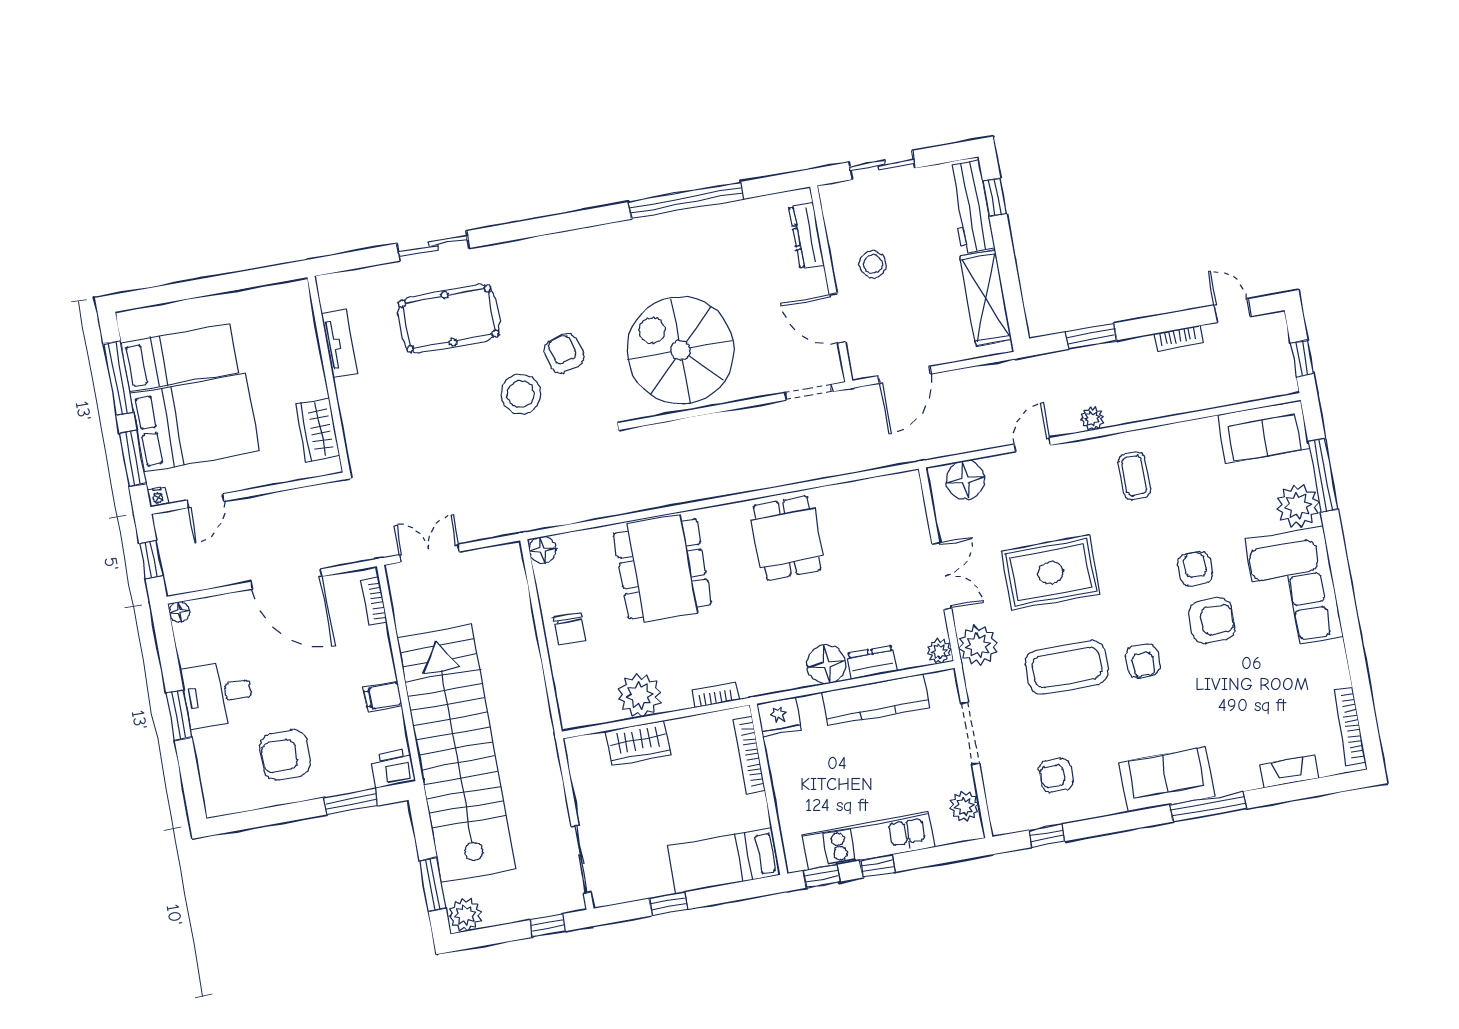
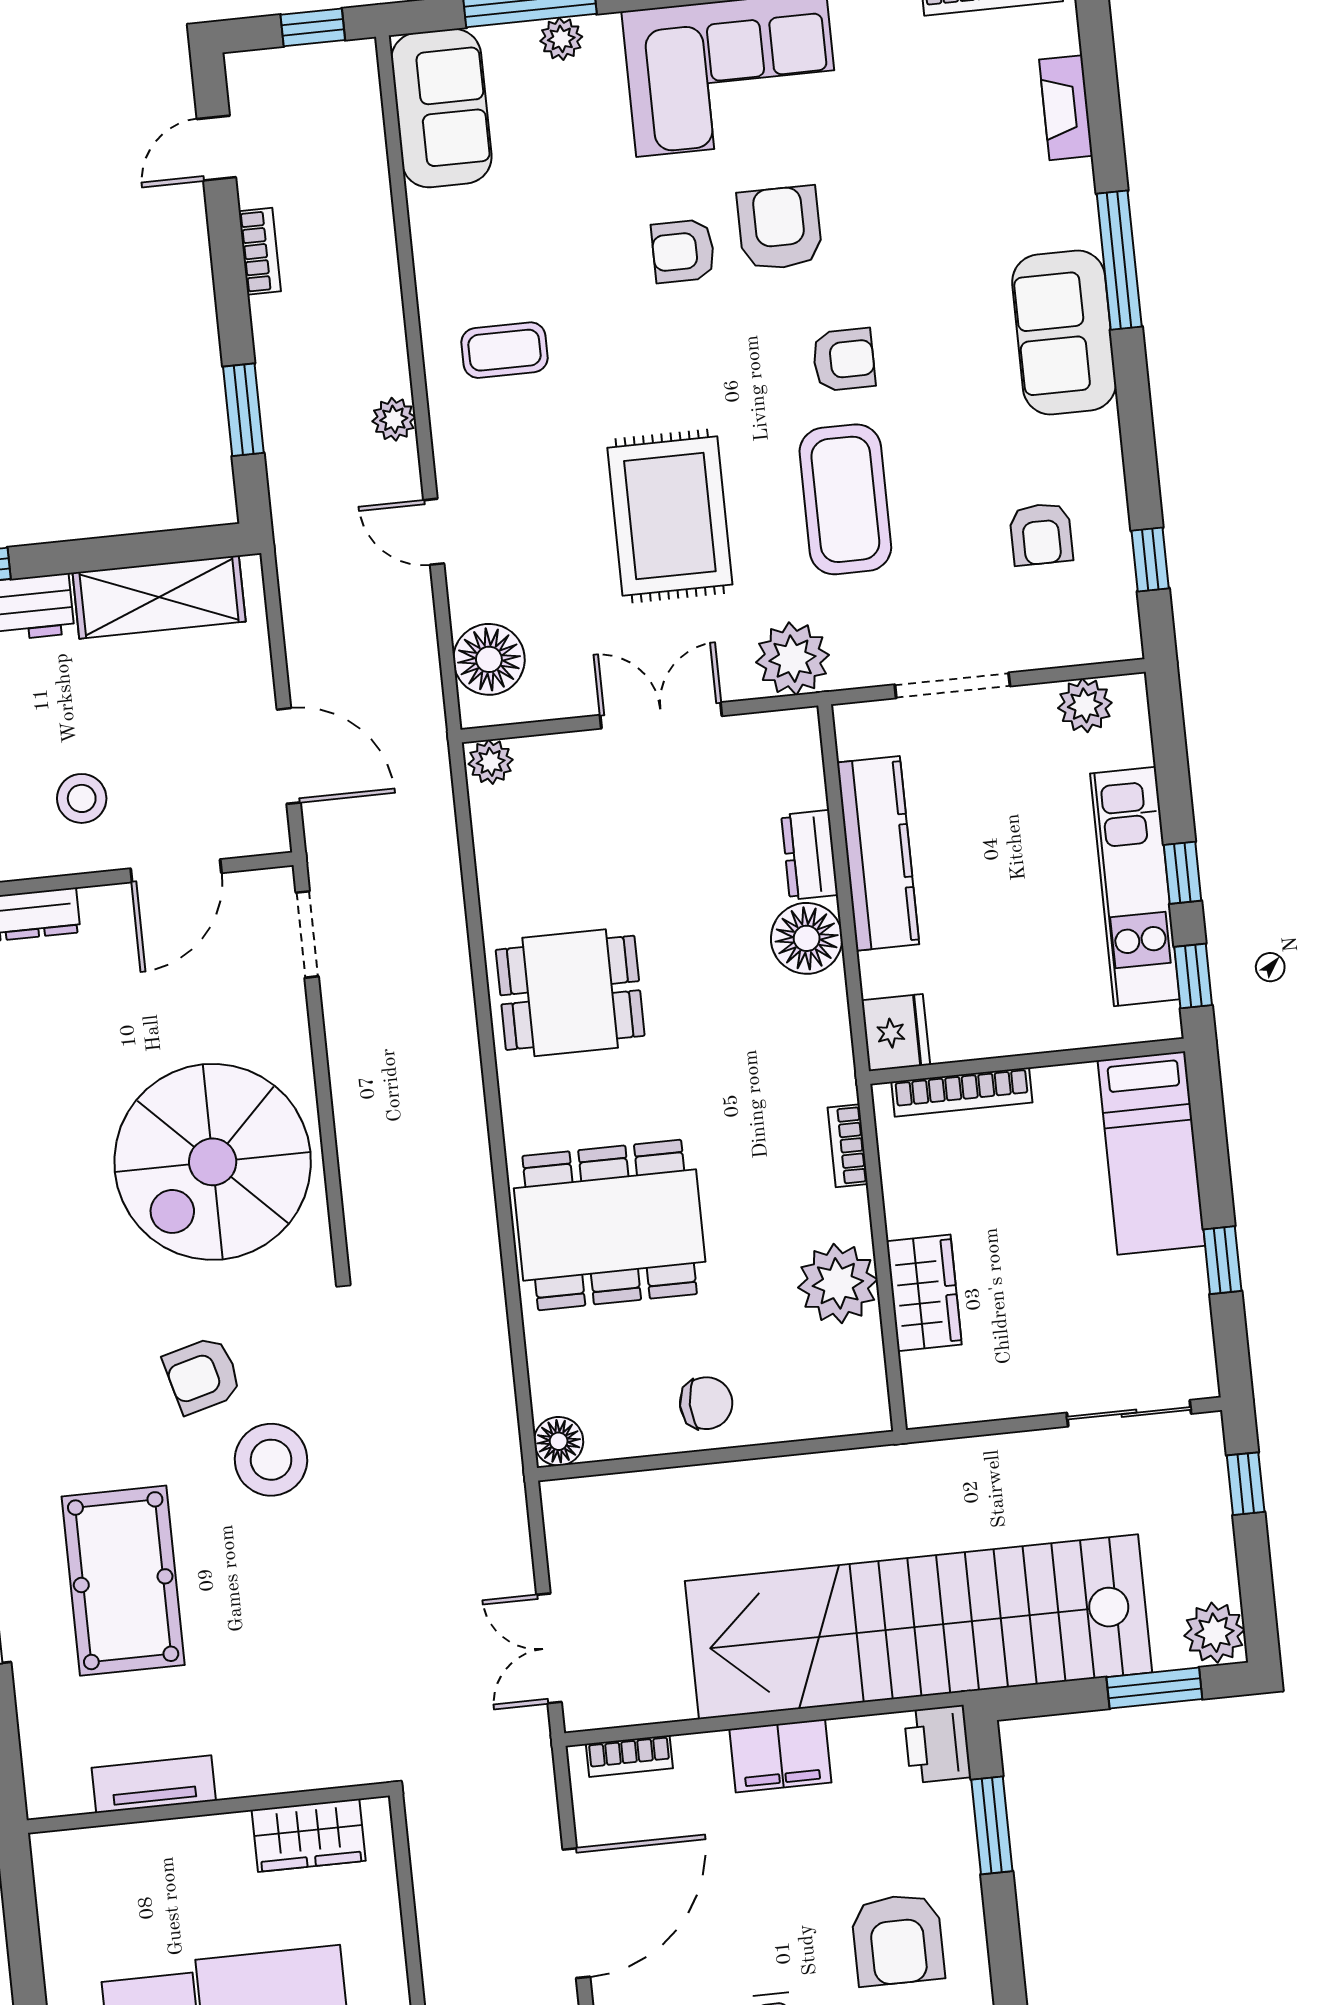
plant: (1298, 506) -> (561, 39), width x0.53, depth x0.53
plant: (939, 651) -> (491, 762), moved
filing cabinet: (383, 696) -> (780, 1756), width x2.00

